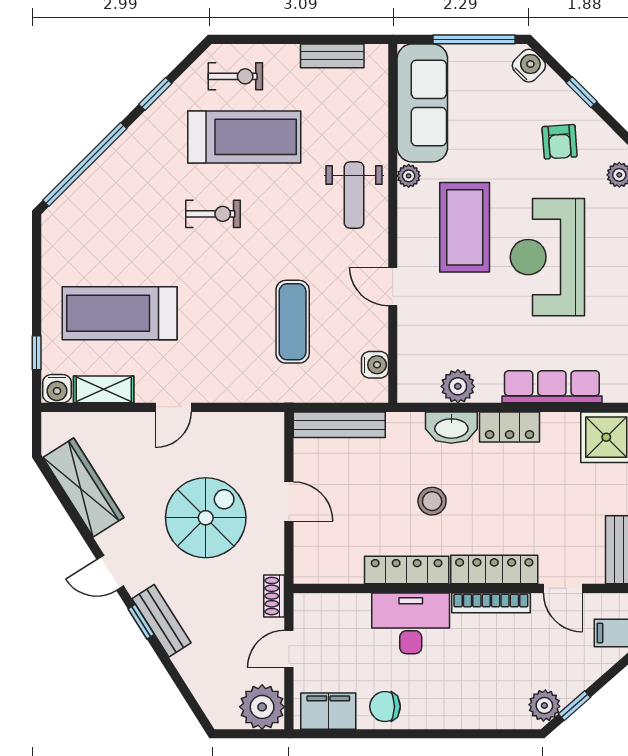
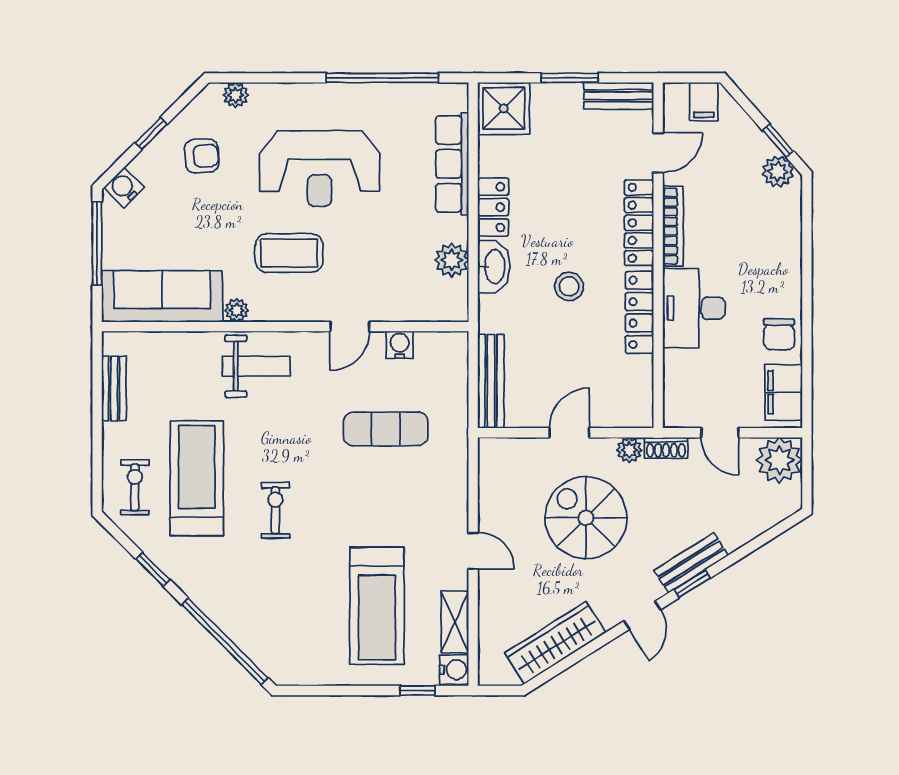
coffee table: (465, 227) -> (289, 253), width x0.73, depth x0.76
water cooler: (375, 365) -> (400, 345), moved
plant: (272, 560) -> (629, 450), added

